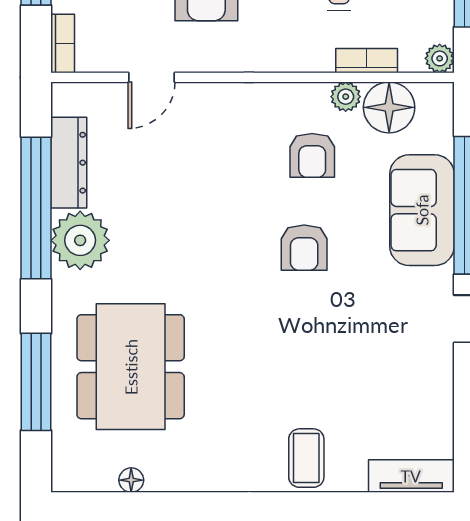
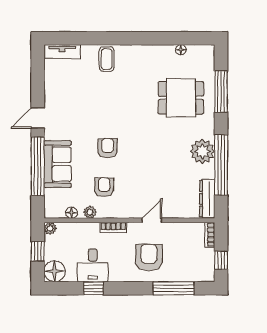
bookcase: (367, 61) -> (113, 227), moved
door: (152, 77) -> (152, 220), moved
floor lamp: (389, 107) -> (72, 213), width x0.53, depth x0.53
dresser: (69, 163) -> (207, 199), moved
dining table: (131, 367) -> (181, 98), width x0.73

